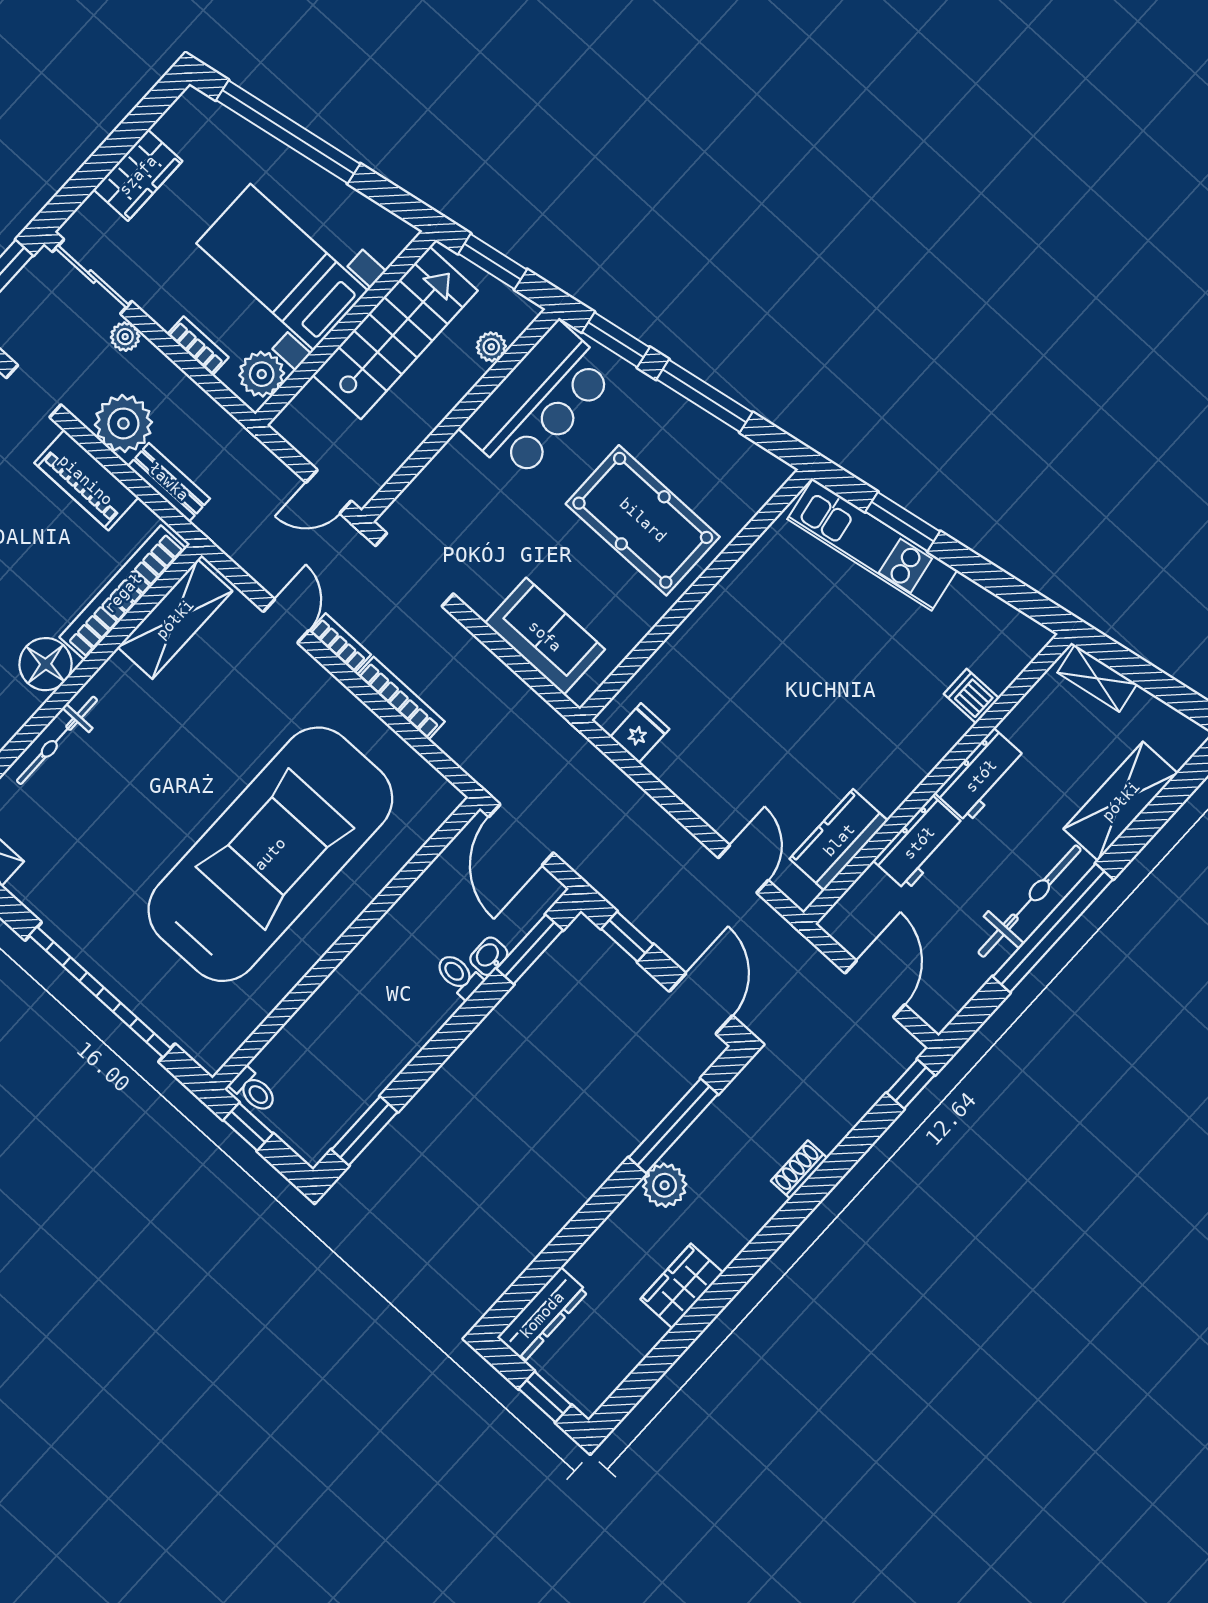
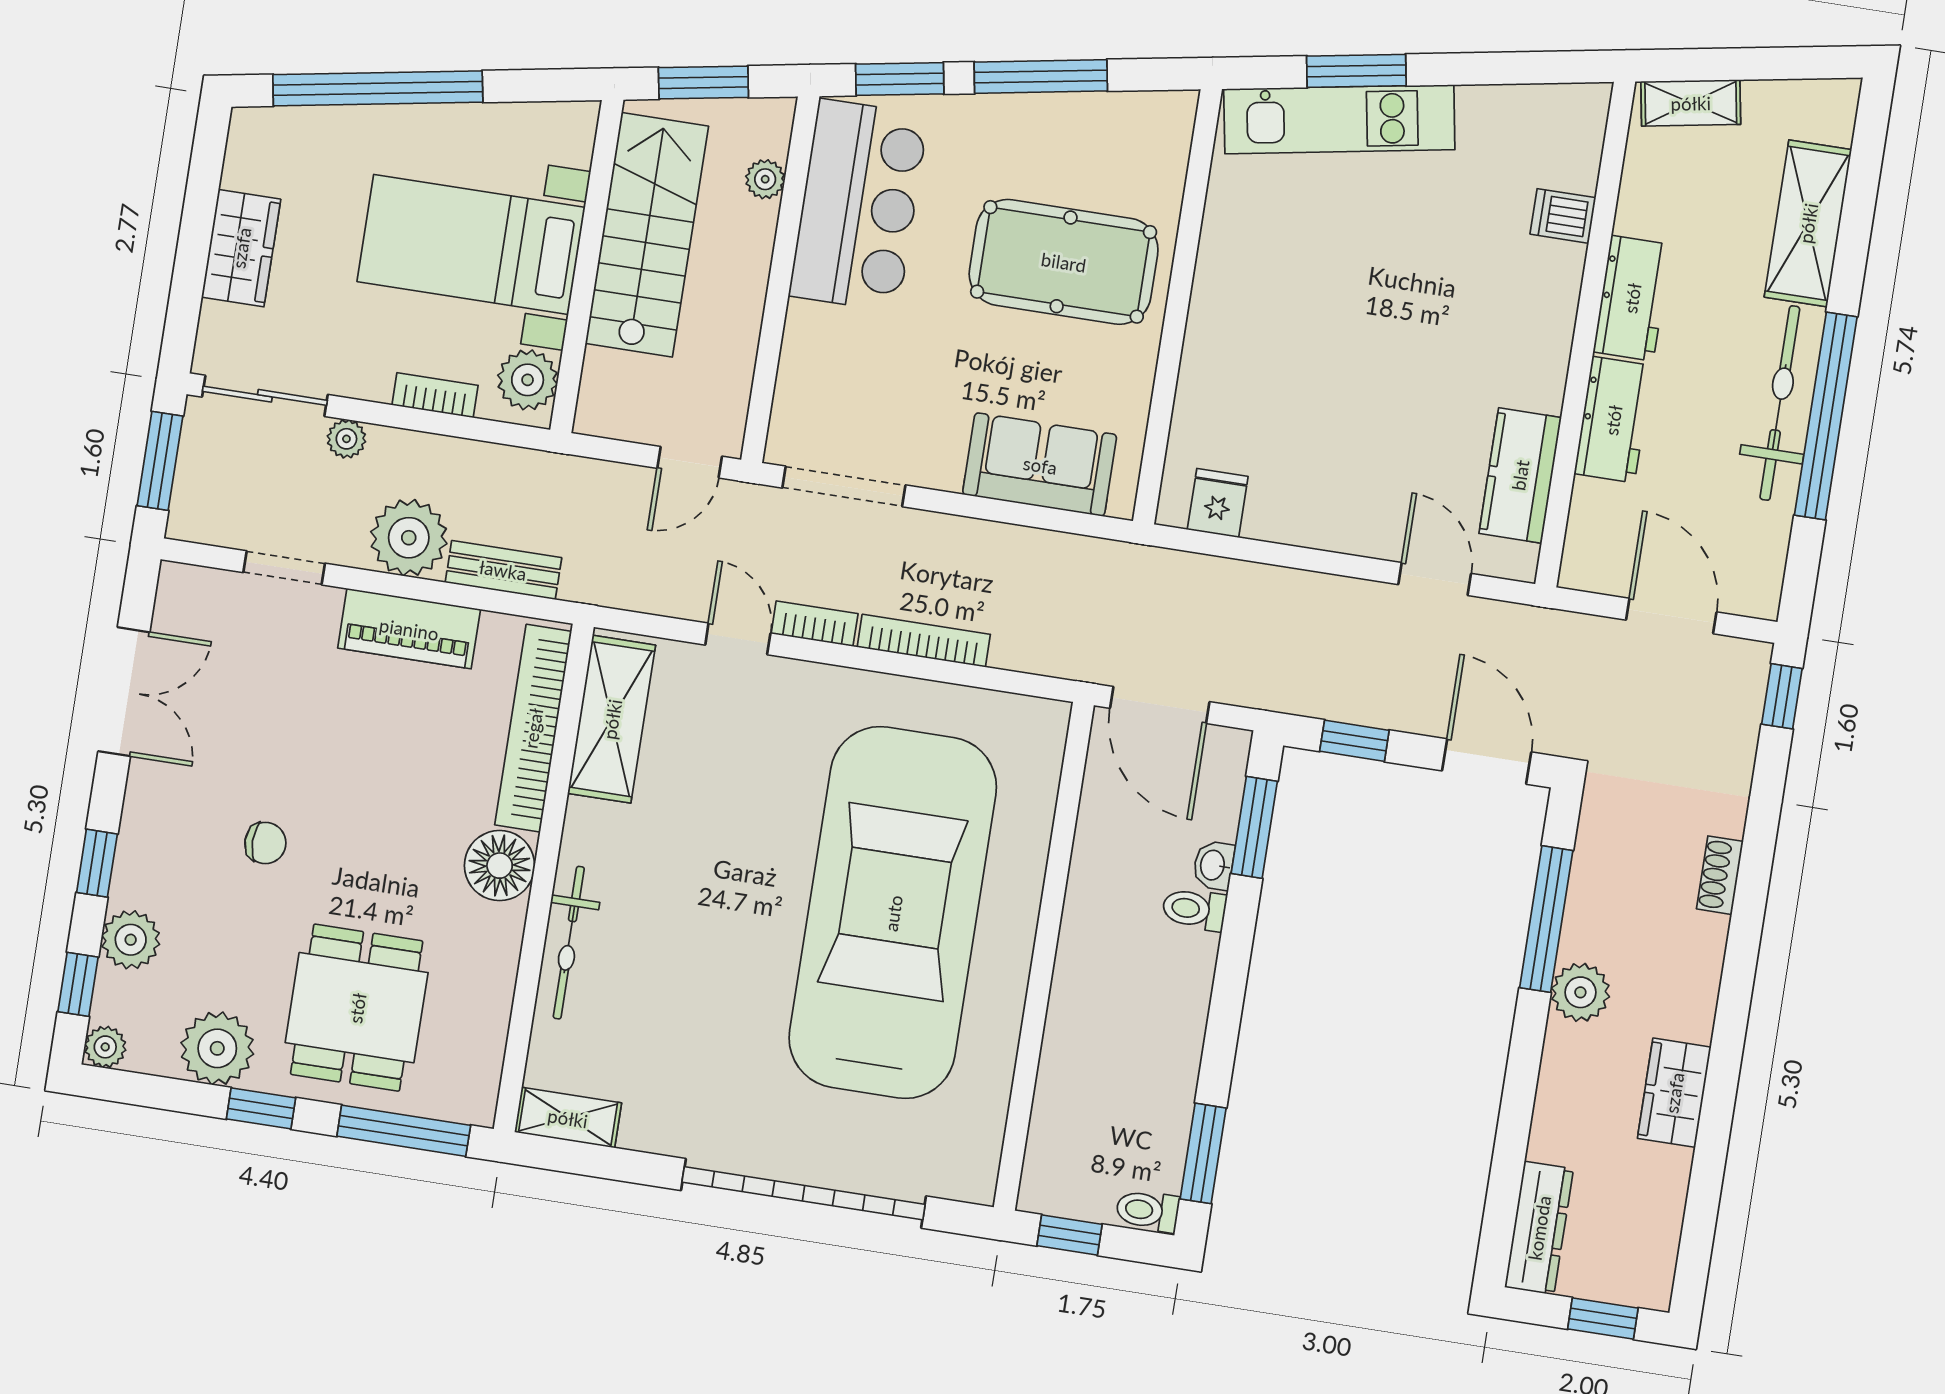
toilet: (254, 1090) -> (1148, 1211), moved, turned 180

